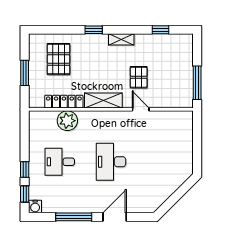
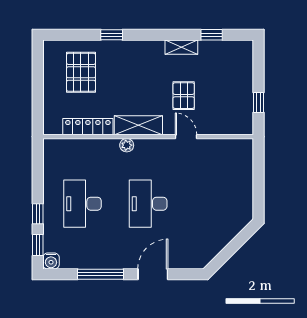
window: (94, 30) -> (112, 35), moved
shelving: (121, 39) -> (181, 47), moved
window: (25, 73) -> (38, 90), removed
window: (197, 83) -> (259, 103), width x0.46
plant: (67, 121) -> (127, 145), moved, width x0.53, depth x0.53
desk: (60, 162) -> (82, 204), width x1.37

